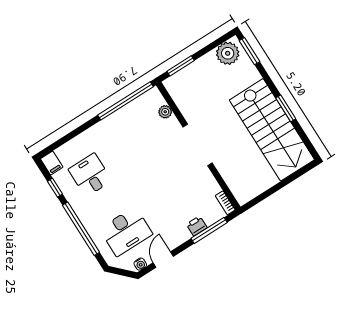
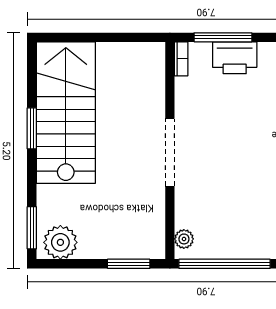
plant: (165, 112) -> (184, 239), moved
printer: (197, 226) -> (235, 58), width x1.87, depth x1.48

